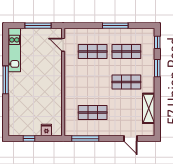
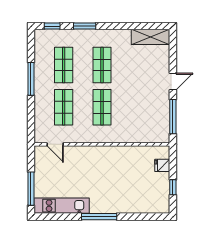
window: (38, 26) -> (31, 189), moved
door: (63, 45) -> (55, 144), hinge flipped
shelving: (149, 108) -> (151, 37), moved
shop shelf: (93, 113) -> (102, 107), moved
door: (130, 139) -> (173, 82), moved

